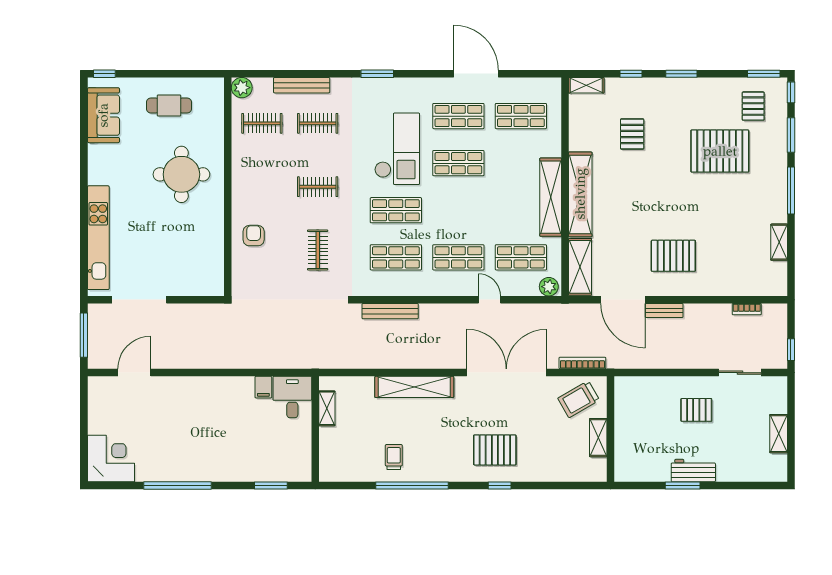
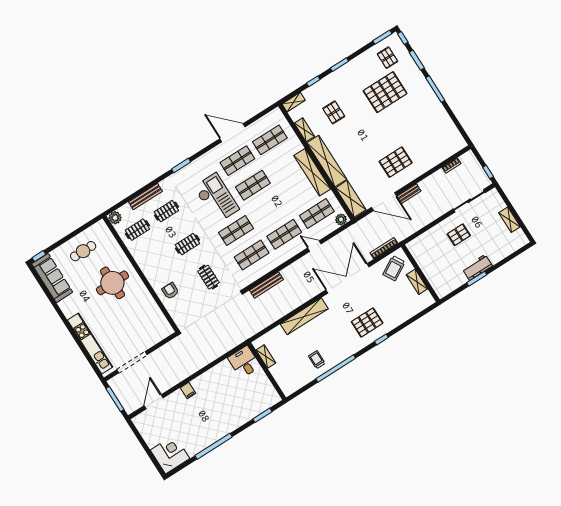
sofa: (103, 115) -> (52, 278), width x1.36
shelving: (779, 242) -> (304, 130), moved
sliding door: (740, 373) -> (469, 201), width x1.37
filing cabinet: (263, 387) -> (188, 391), moved

